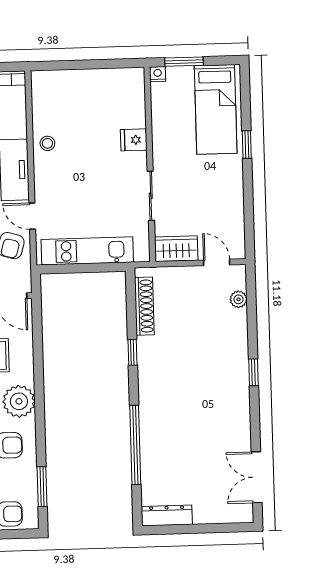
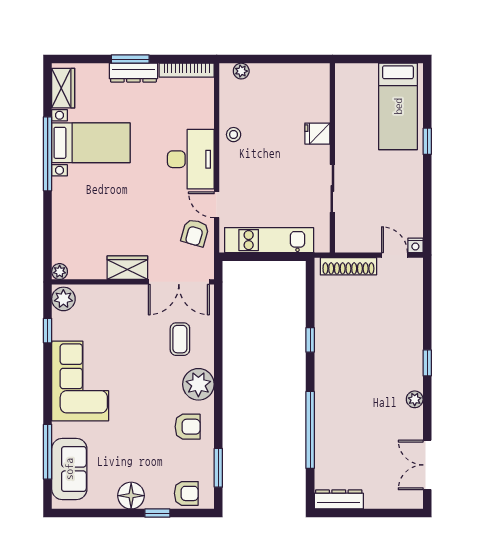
window: (184, 62) -> (369, 59), removed
nightstand: (158, 74) -> (415, 245), moved, turned 180
plant: (53, 78) -> (241, 71), added
wardrobe: (176, 249) -> (356, 241), removed
plant: (238, 299) -> (415, 399), moved
shoe rack: (144, 306) -> (348, 266), moved, turned 90

